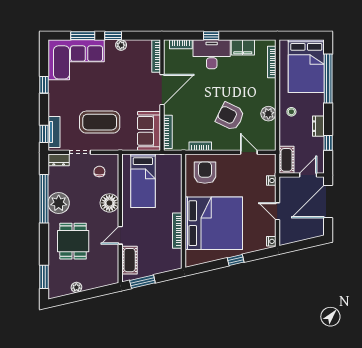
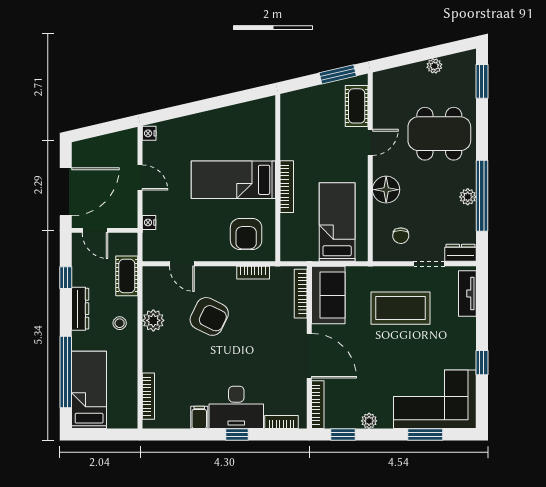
window: (113, 36) -> (343, 435), moved
filing cabinet: (243, 47) -> (199, 417), width x0.50
bed: (306, 66) -> (89, 390), width x0.67
door: (162, 90) -> (309, 356), swing flipped
dresser: (318, 126) -> (80, 309), width x1.44
window: (44, 134) -> (482, 291), removed
cot: (286, 160) -> (127, 276), moved
door: (308, 175) -> (95, 230), hinge flipped
plant: (59, 203) -> (468, 197), width x0.53, depth x0.53
bed: (214, 223) -> (233, 180), width x0.49
bookcase: (177, 231) -> (287, 187), moved
dining table: (73, 241) -> (439, 134), width x1.38
window: (236, 260) -> (201, 106), removed

